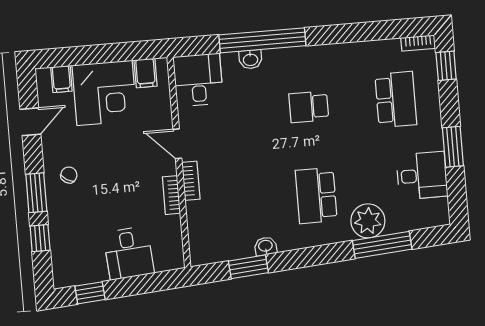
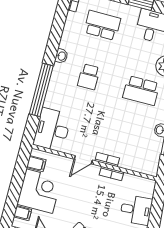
washbasin: (250, 59) -> (61, 56), moved
desk: (198, 80) -> (52, 130), width x1.37

